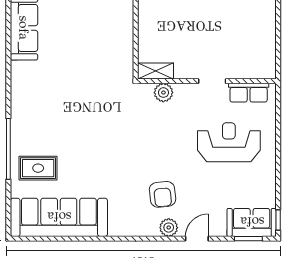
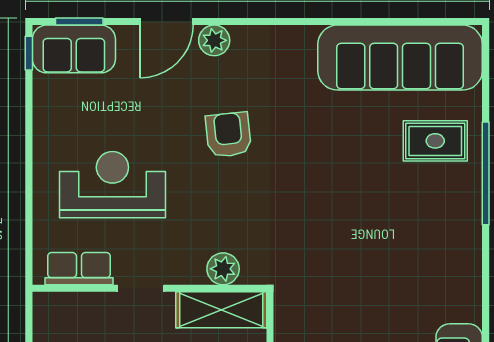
shelving: (156, 71) -> (221, 310), width x1.50, depth x1.33
reception desk: (229, 142) -> (112, 185), turned 180
armchair: (163, 194) -> (228, 135), moved
door: (197, 239) -> (167, 22), width x1.37

